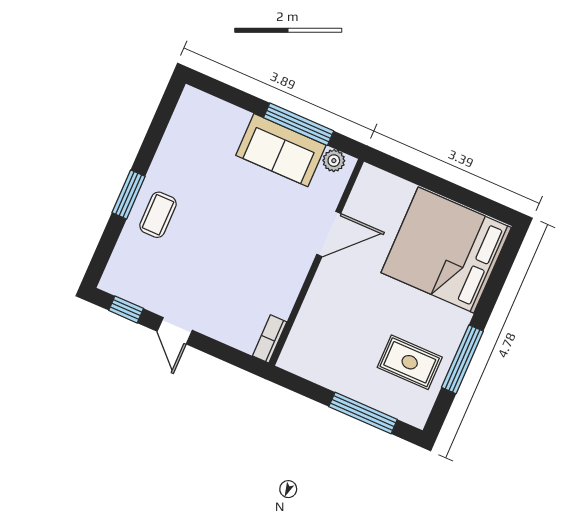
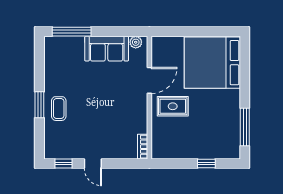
window: (299, 124) -> (72, 32), moved
window: (462, 359) -> (245, 127), moved
rug: (410, 362) -> (173, 106), moved
window: (363, 413) -> (206, 163), width x0.46

